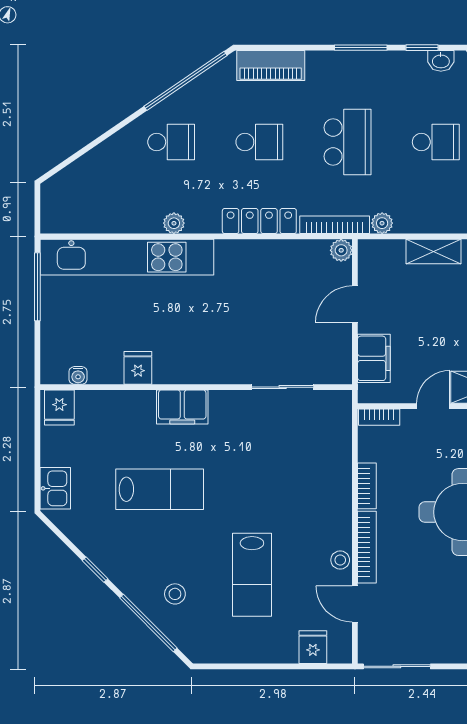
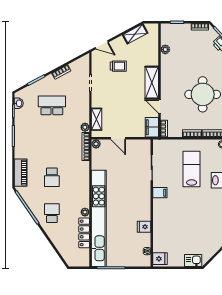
school desk: (259, 142) -> (52, 177), turned 180
school desk: (348, 142) -> (52, 141), removed
school desk: (436, 142) -> (52, 105), width x1.85
locker: (259, 221) -> (84, 233), moved
shelving: (433, 252) -> (97, 119), moved
kitchen unit: (127, 257) -> (99, 218), width x1.36
filing cabinet: (374, 358) -> (152, 127), moved, turned -90
filing cabinet: (182, 407) -> (160, 193), moved, width x0.50
lab bench: (160, 489) -> (192, 169), moved

